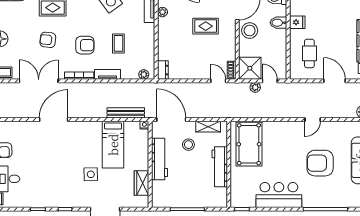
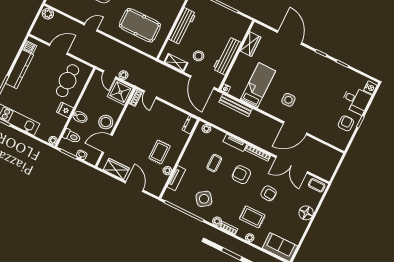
rug: (206, 26) -> (160, 152), moved, turned 90
cafe table: (309, 53) -> (68, 81), width x1.37, depth x1.35
door: (335, 81) -> (58, 49), swing flipped
pool table: (249, 144) -> (140, 25), moved, turned 90
side table: (91, 174) -> (288, 100), moved

